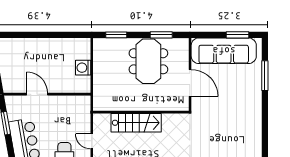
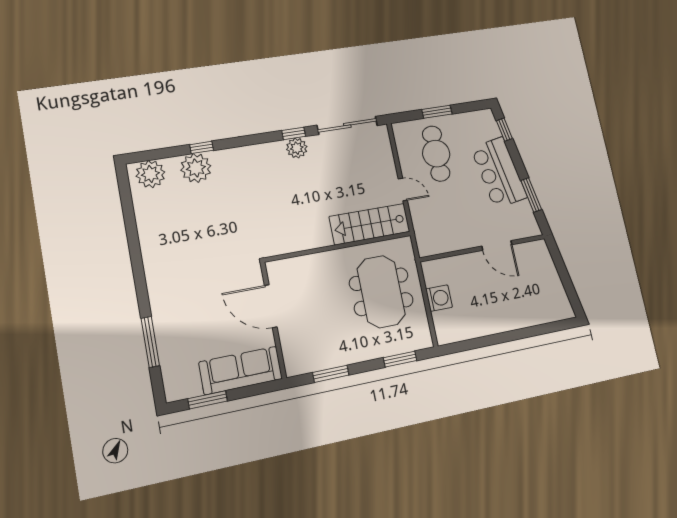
sofa: (224, 51) -> (241, 370), width x0.74, depth x0.79
meeting table: (148, 61) -> (381, 292), moved
stairs: (136, 123) -> (370, 224), moved

